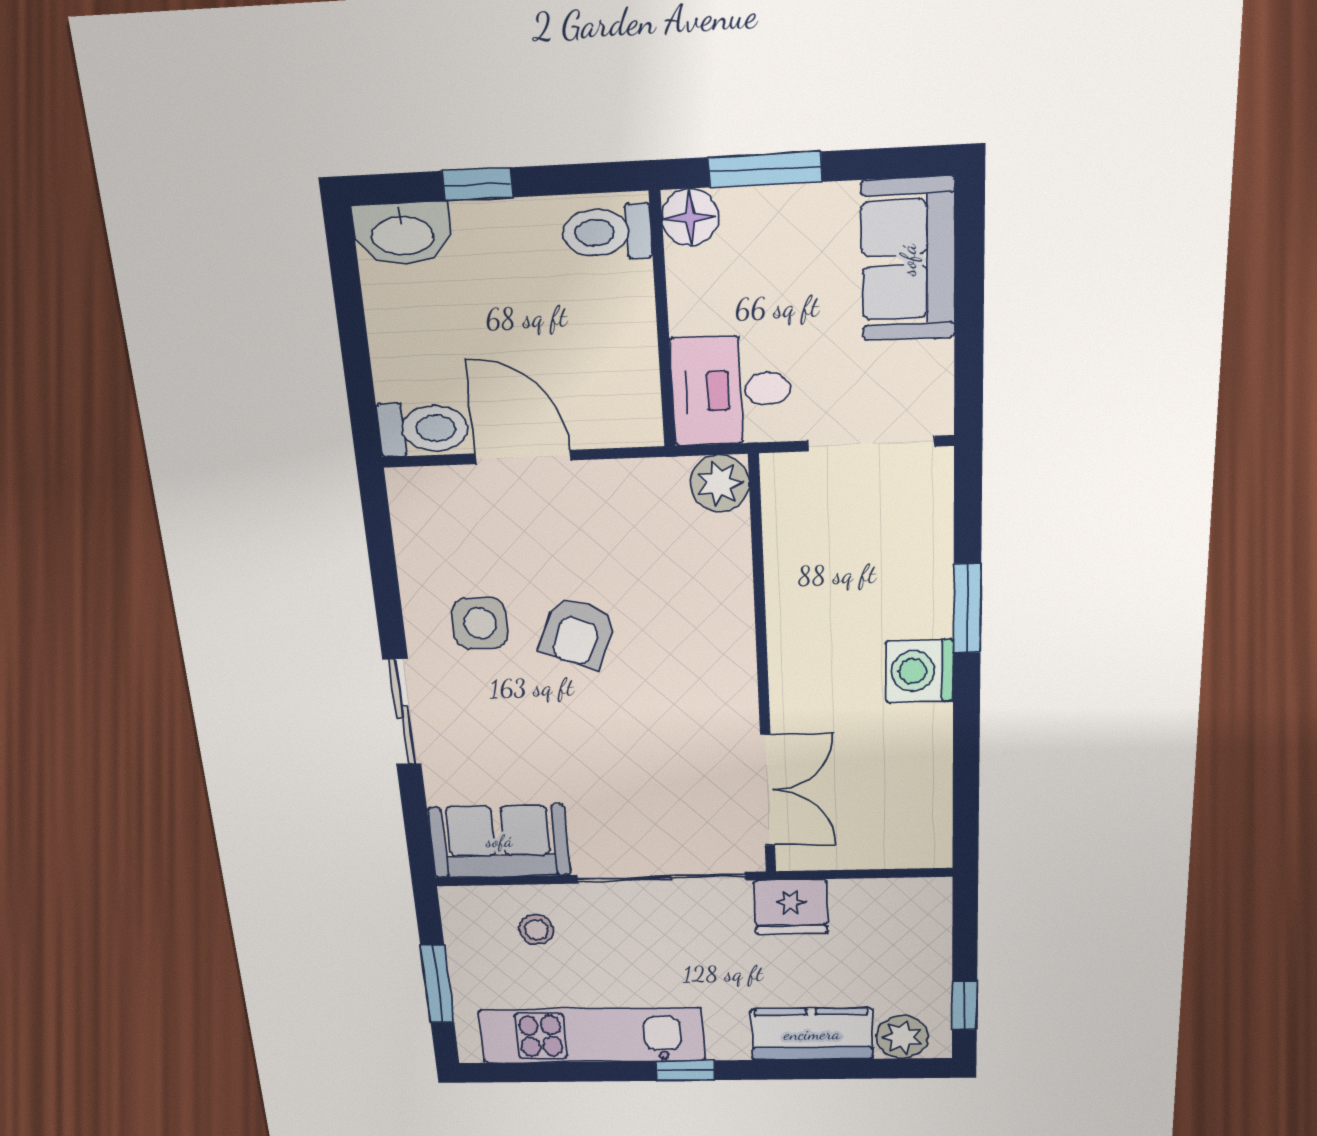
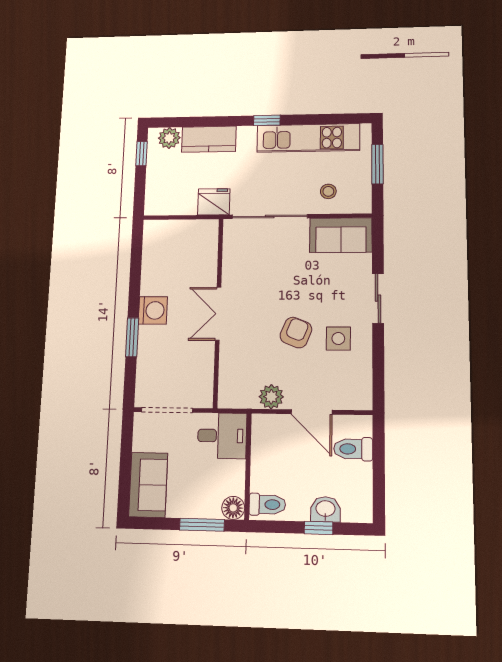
washbasin: (402, 234) -> (325, 509), moved, width x0.72
toilet: (423, 429) -> (353, 449), moved
plant: (720, 483) -> (271, 397), moved
double door: (768, 791) -> (218, 314), moved

